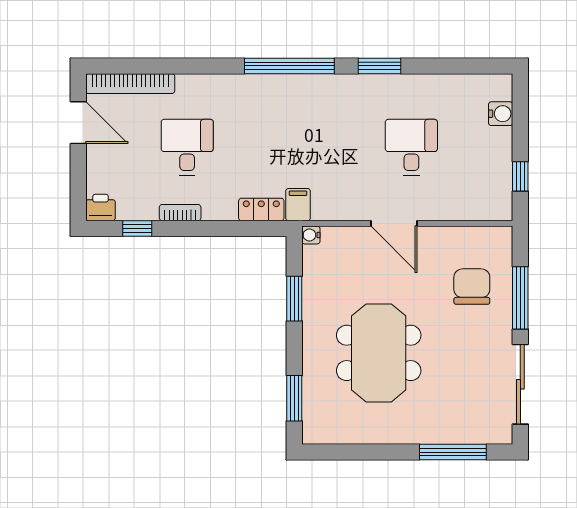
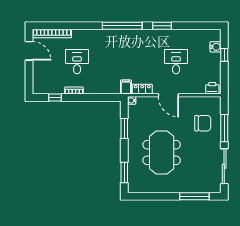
window: (520, 176) -> (224, 55), moved
printer: (101, 208) -> (212, 88), moved
locker: (261, 209) -> (142, 89), moved
chair: (472, 287) -> (203, 123), turned 90

